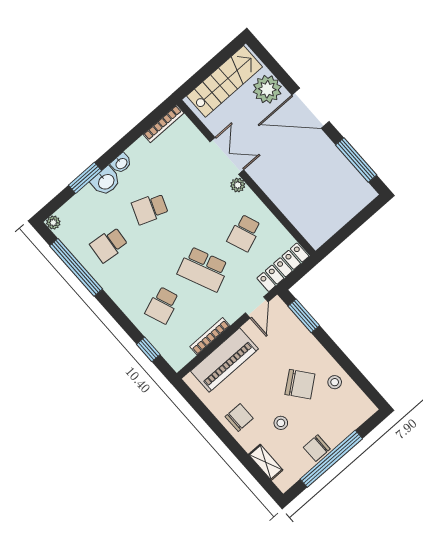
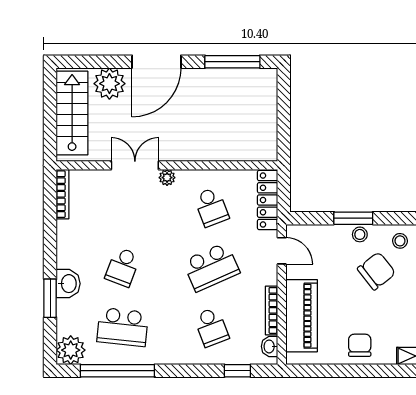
washbasin: (121, 163) -> (270, 346), moved, turned 180
plant: (53, 223) -> (71, 350), width x1.87, depth x1.87
school desk: (109, 245) -> (123, 327), width x1.85
window: (304, 316) -> (353, 218), moved
stool: (281, 423) -> (360, 234), moved

